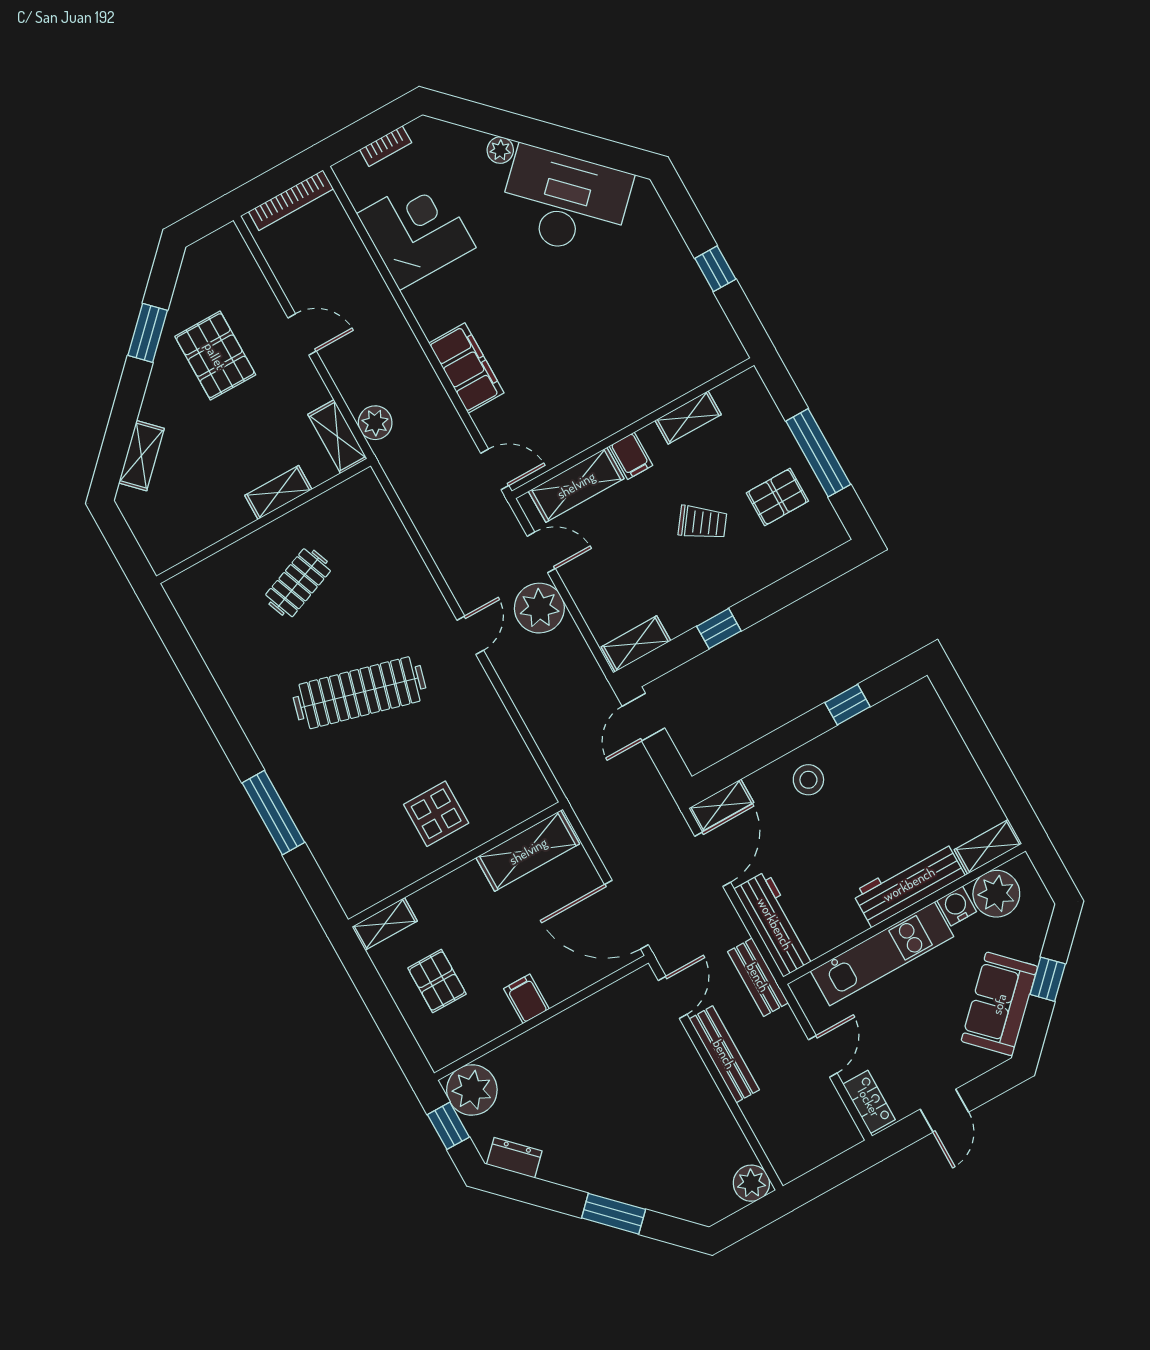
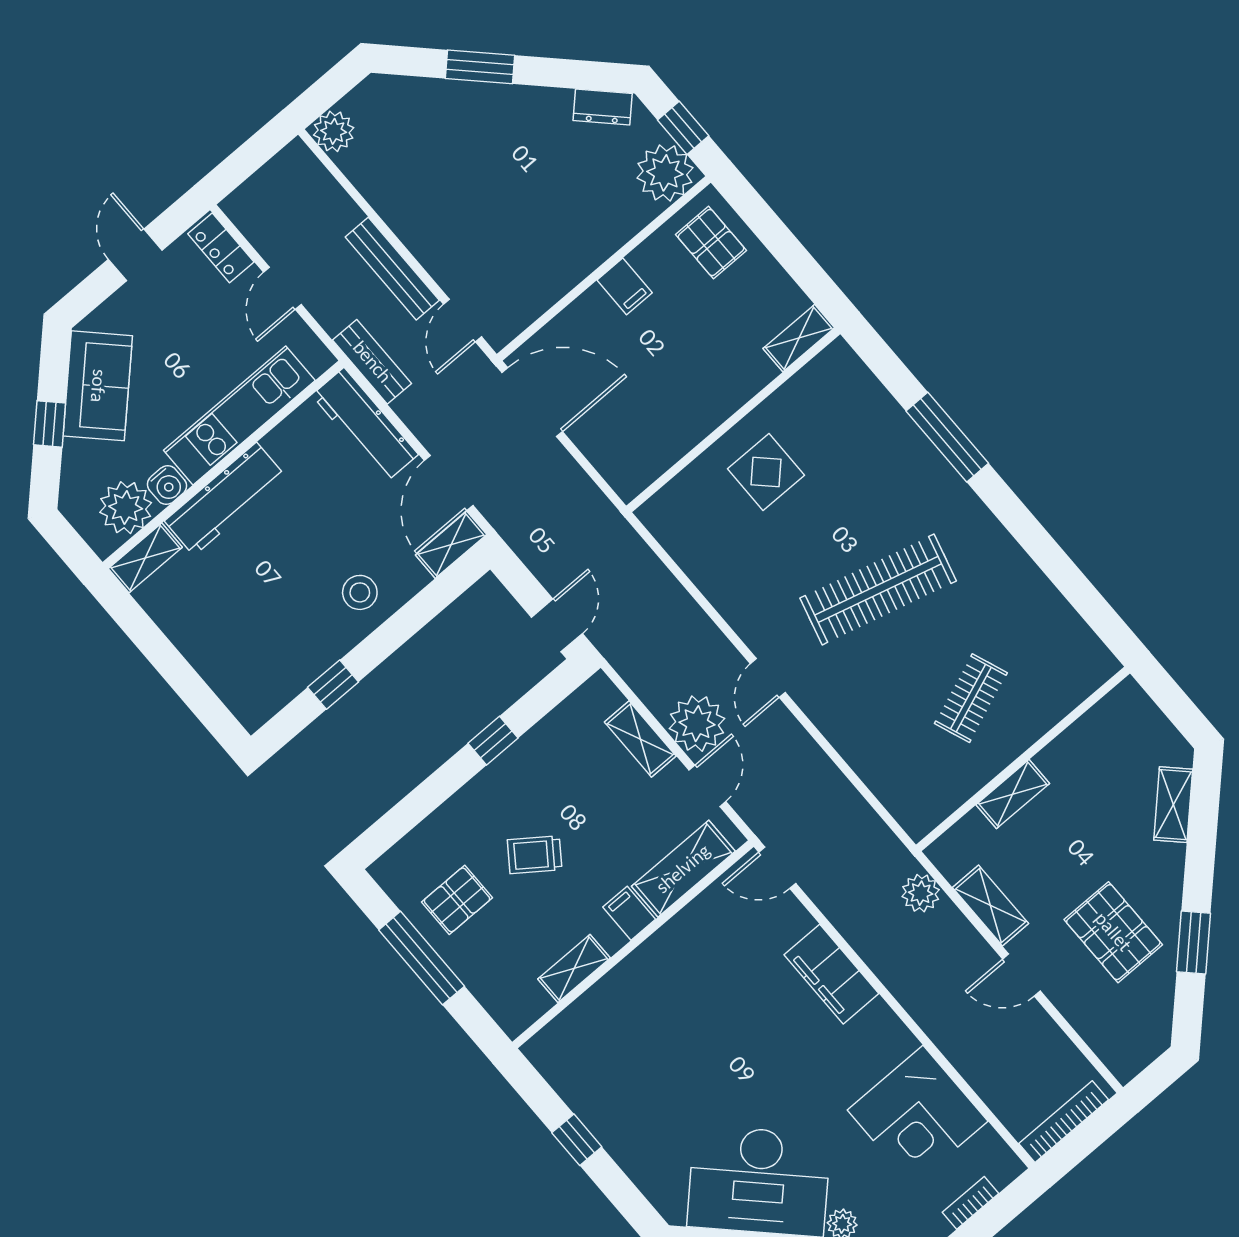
shelving: (337, 437) -> (991, 905), moved
door: (541, 552) -> (707, 786), swing flipped
shelving: (636, 644) -> (640, 739), moved, turned 90
shelving: (528, 851) -> (656, 451), removed
pallet: (437, 981) -> (711, 243), moved

